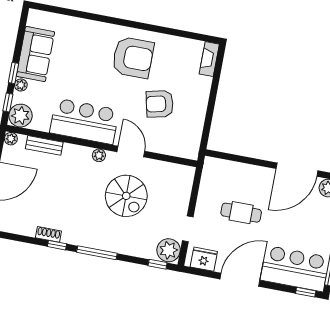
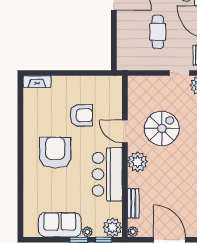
armchair: (133, 57) -> (55, 153), moved
armchair: (160, 104) -> (81, 115), turned -77
door: (131, 152) -> (125, 131), hinge flipped
plant: (99, 155) -> (138, 162), width x1.88, depth x1.88

